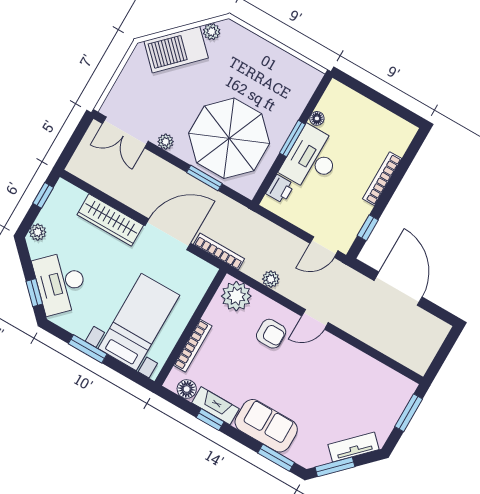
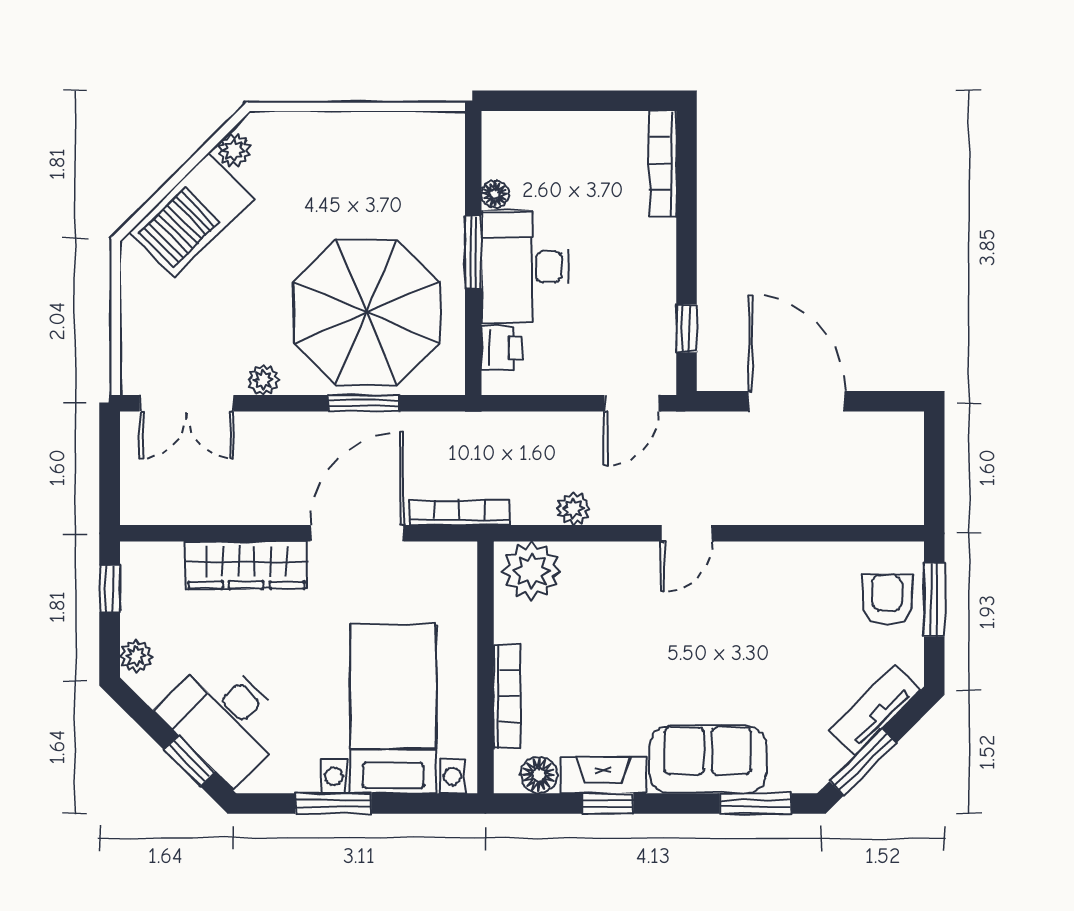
bookcase: (382, 179) -> (663, 164), moved
armchair: (271, 334) -> (887, 600), moved, turned -90

